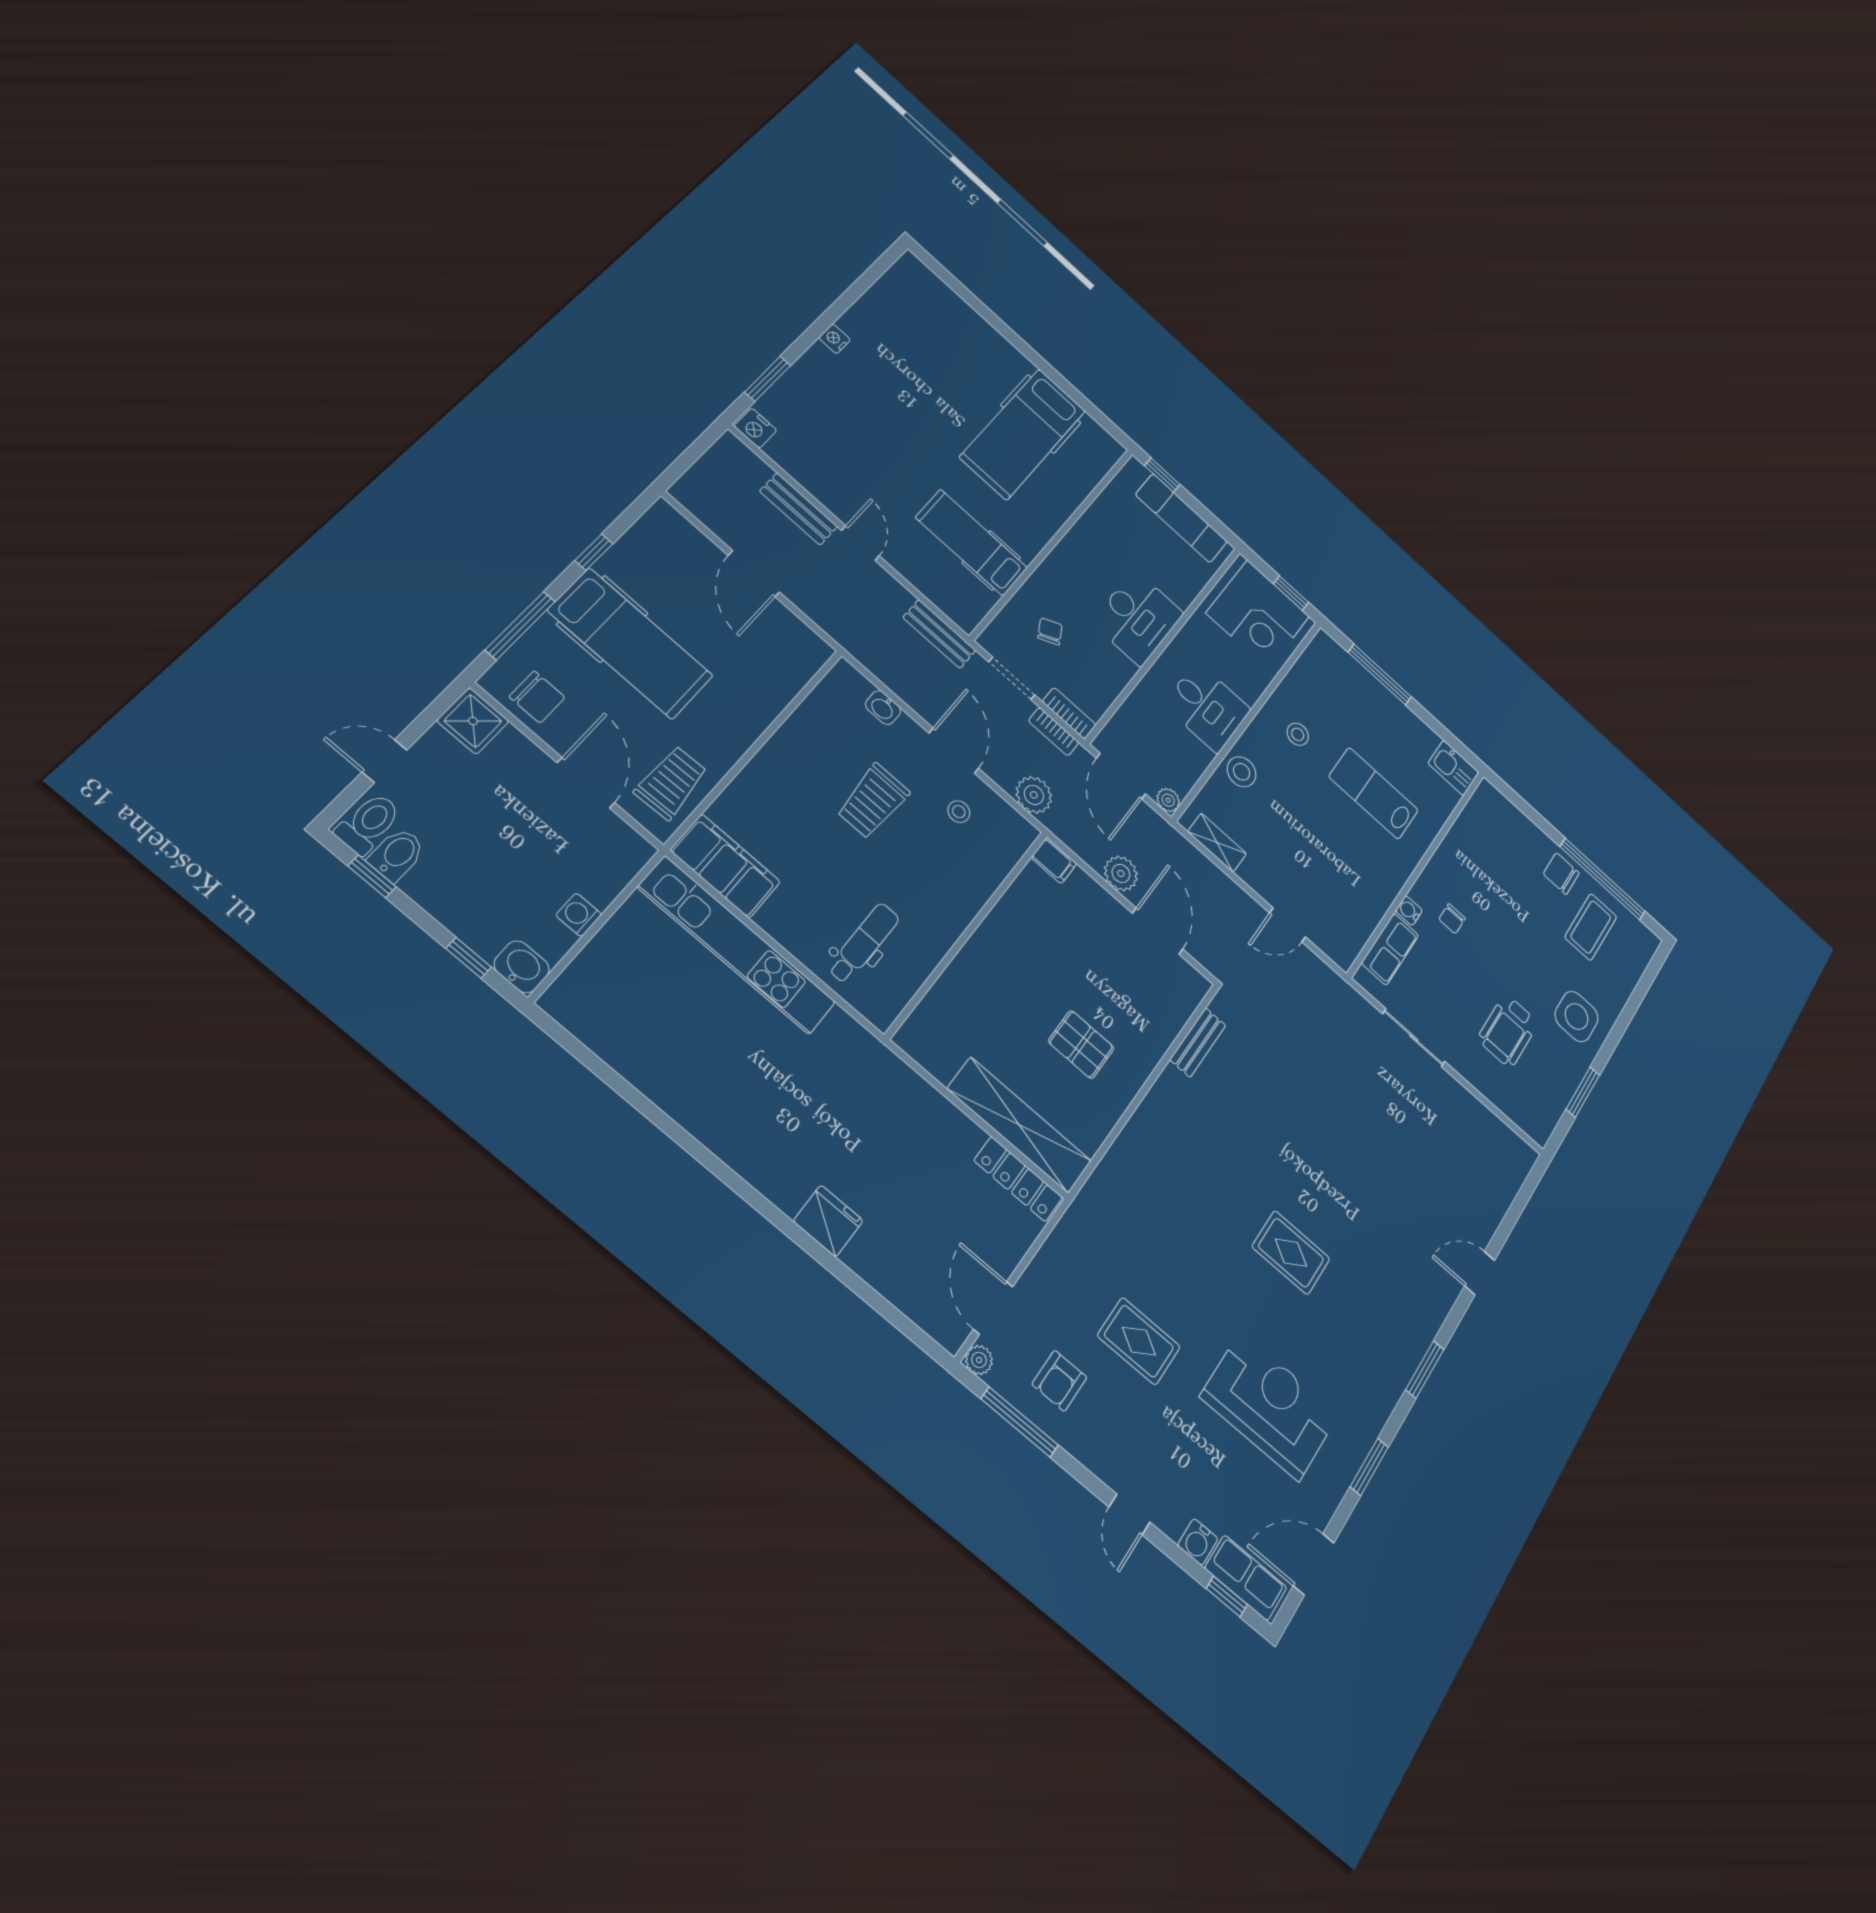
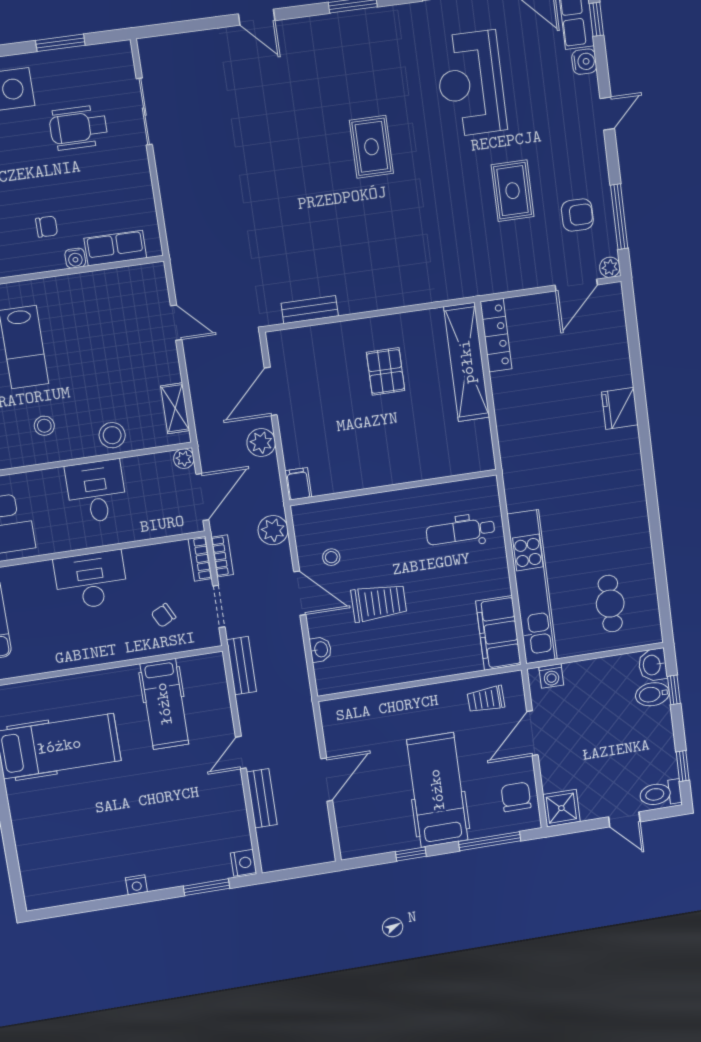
door: (954, 751) -> (300, 593), swing flipped
trolley: (671, 782) -> (486, 699), width x0.73, depth x0.72
bidet: (397, 854) -> (652, 694), moved
washing machine: (579, 915) -> (551, 676), moved
cafe table: (636, 997) -> (610, 604), added
wheelchair: (1508, 1031) -> (78, 128), turned 180
sliding door: (1414, 1038) -> (144, 112), moved

